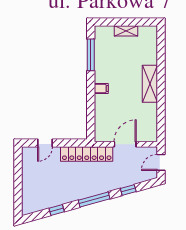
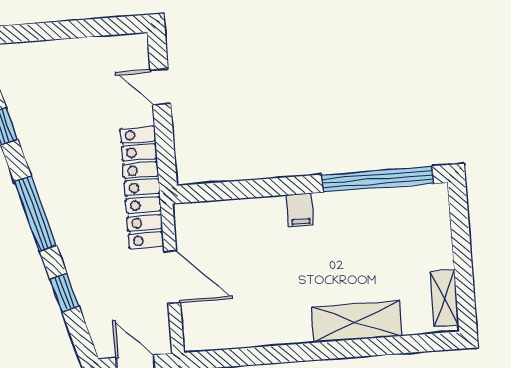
shelving: (126, 31) -> (444, 298), moved
window: (91, 55) -> (378, 179), width x1.46
shelving: (150, 84) -> (357, 322), moved

